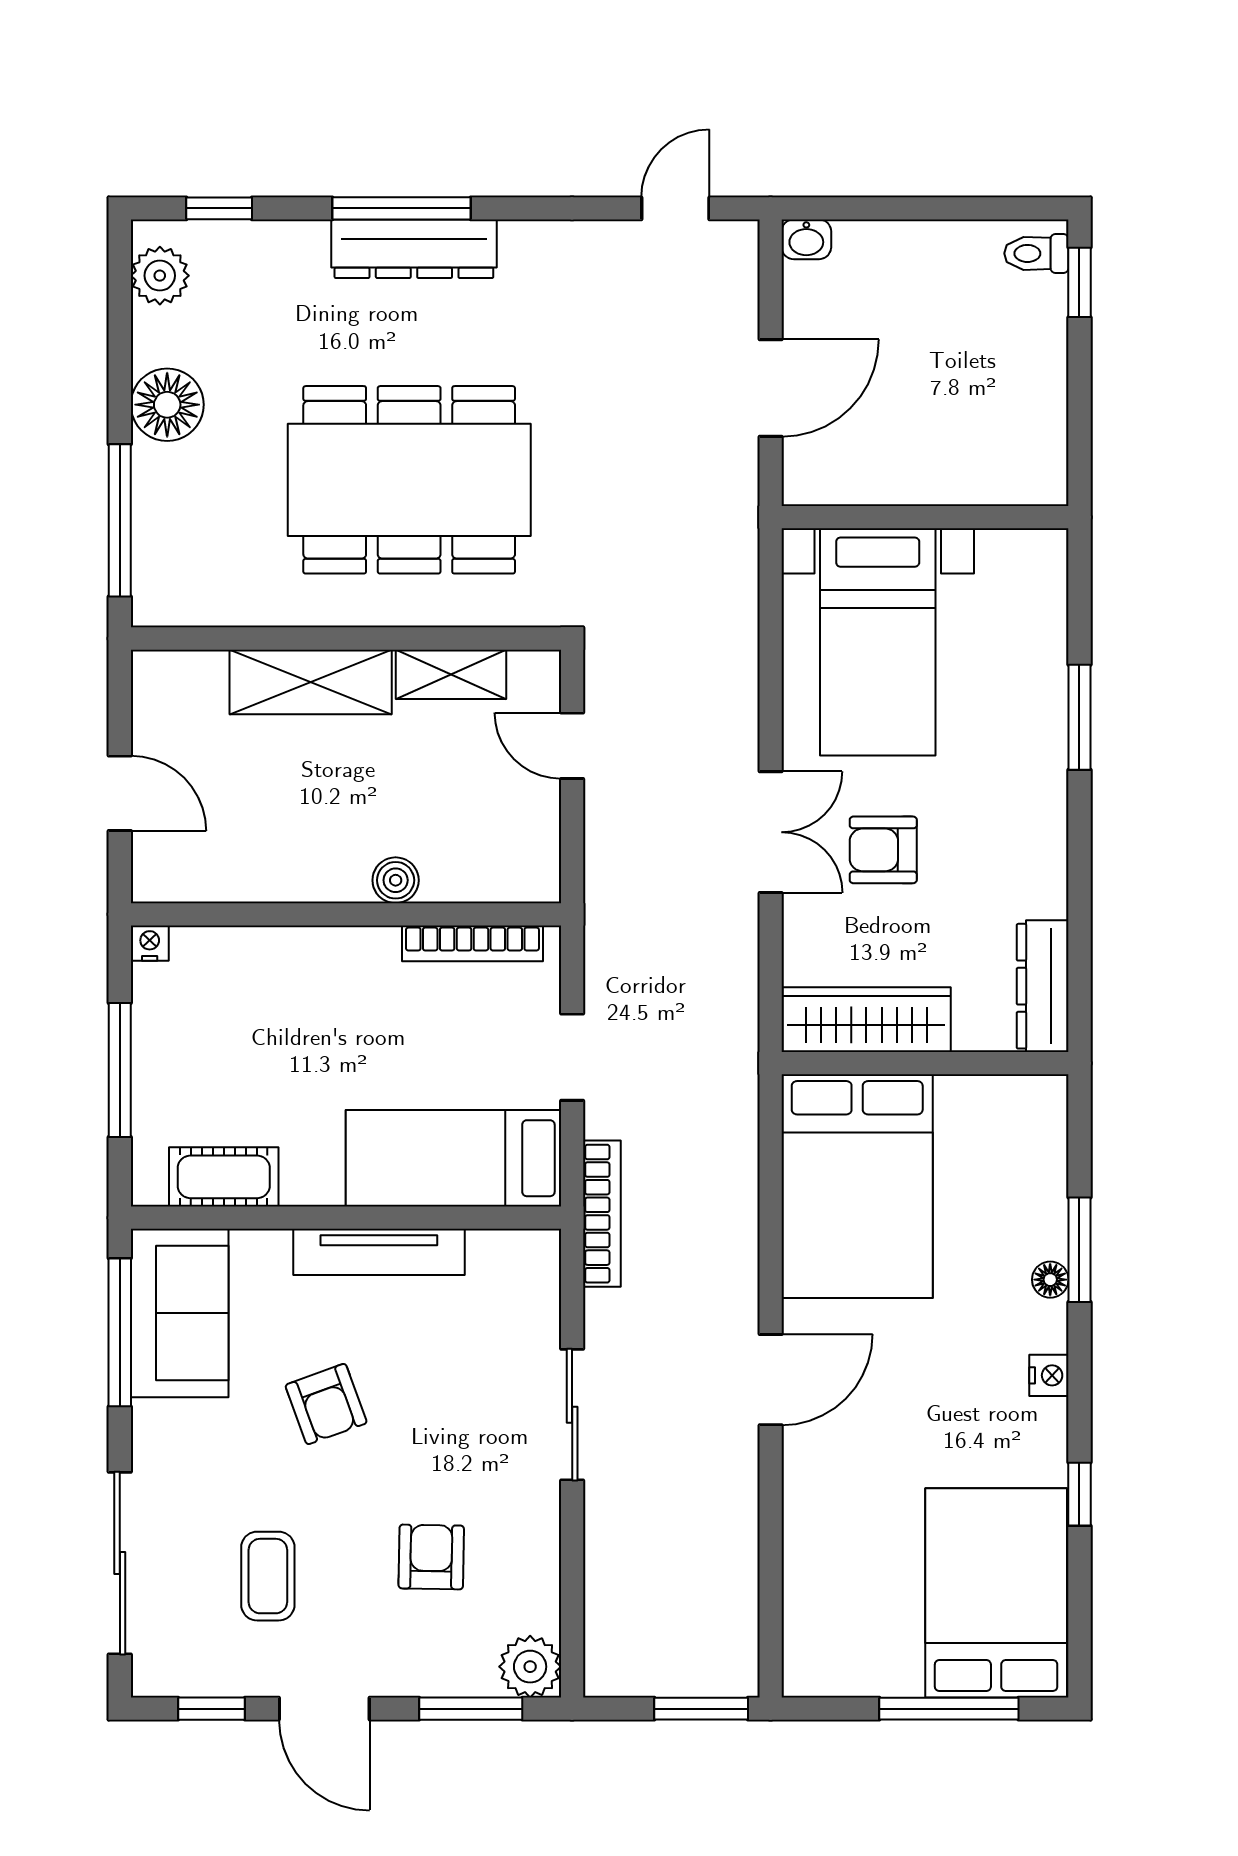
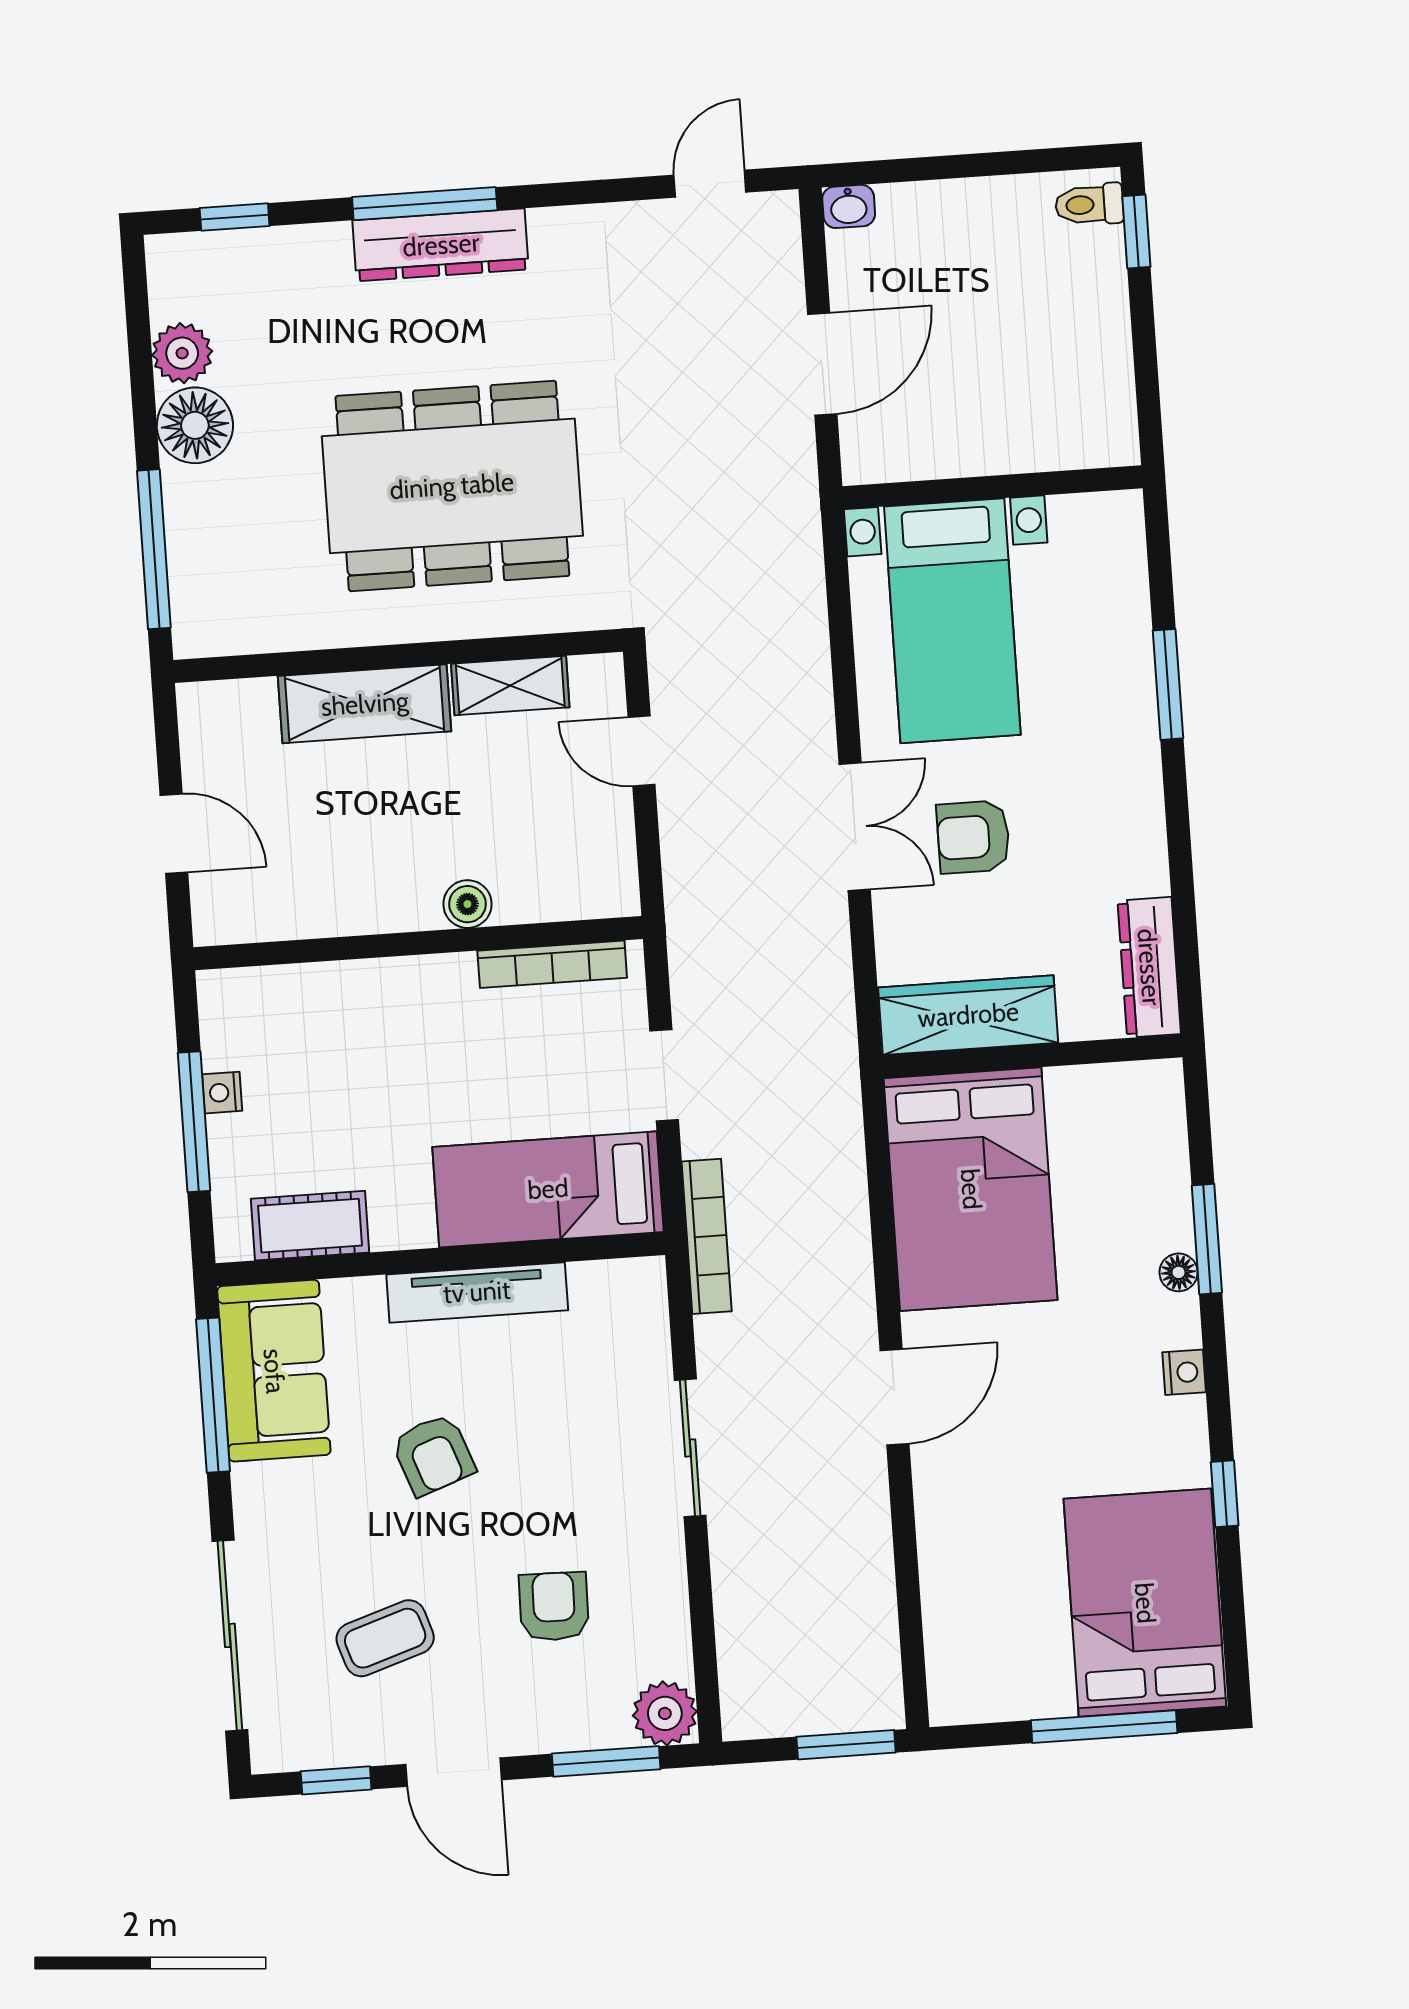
plant: (160, 276) -> (182, 353), moved
nightstand: (150, 943) -> (222, 1093), moved, turned -90
coffee table: (268, 1576) -> (385, 1638), turned 72

